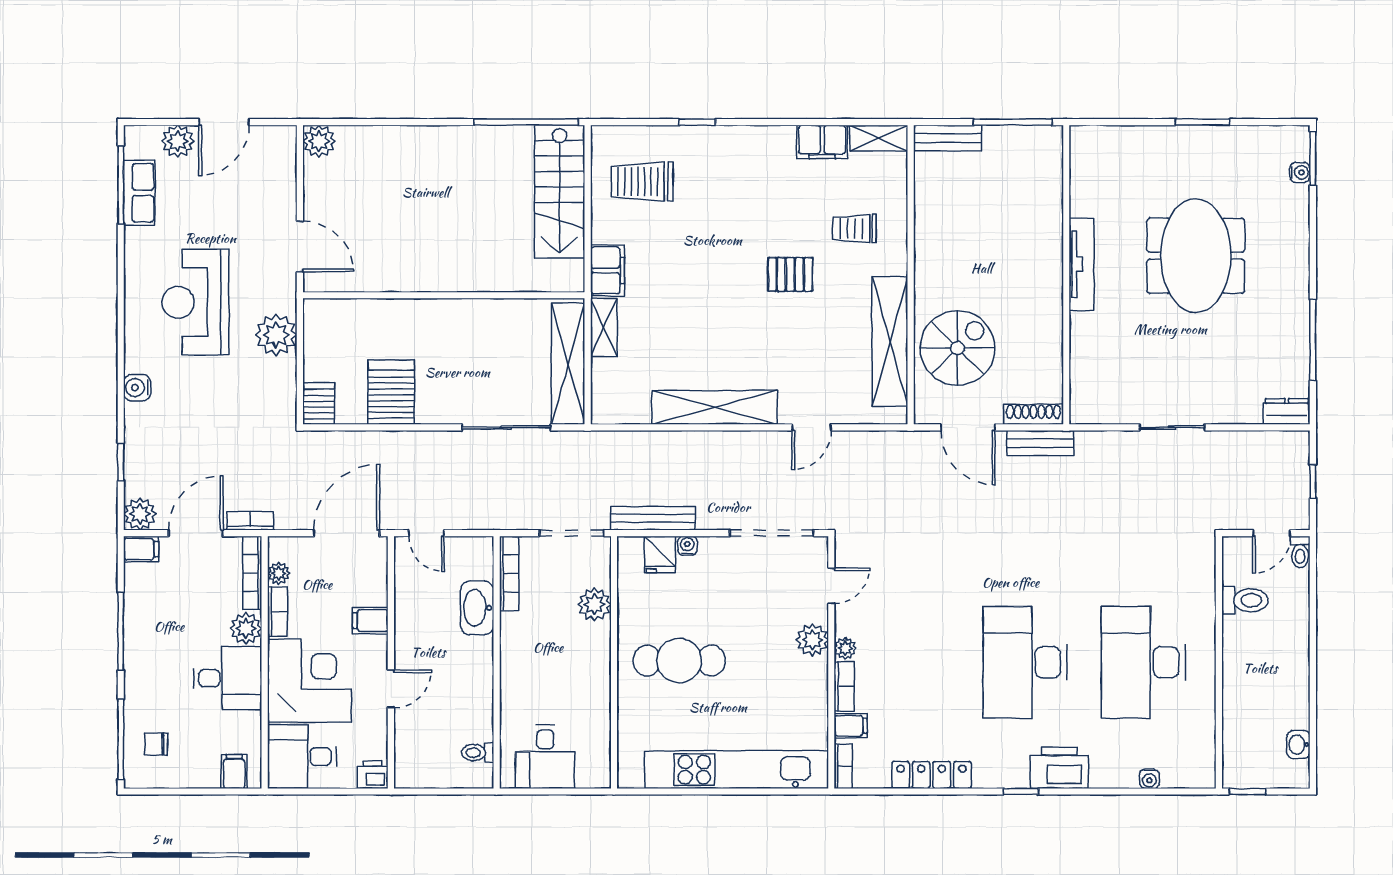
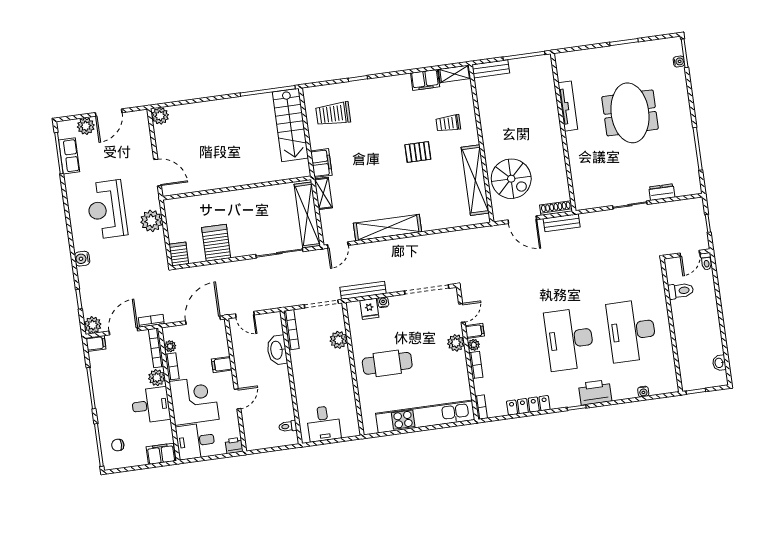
tv unit: (1082, 264) -> (568, 106), moved
spiral stairs: (957, 348) -> (511, 179), turned 90
dresser: (1287, 411) -> (662, 192), moved
door: (812, 427) -> (338, 245), moved
filing cabinet: (851, 726) -> (475, 331), moved
filing cabinet: (234, 772) -> (161, 454), width x2.00

